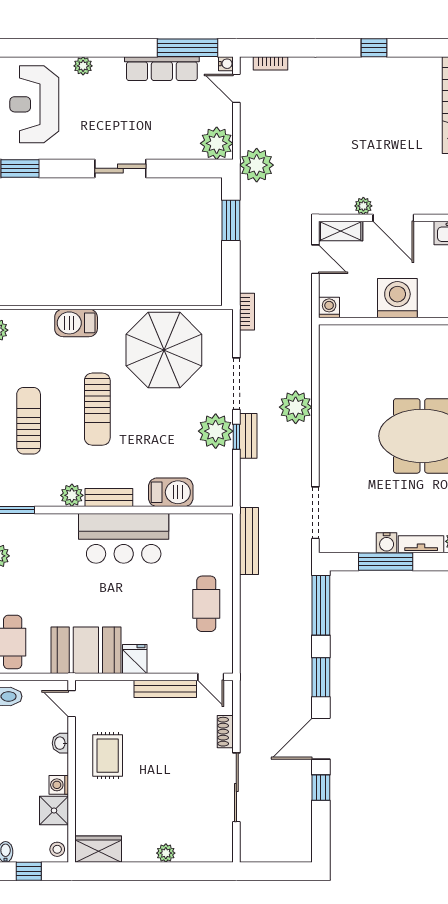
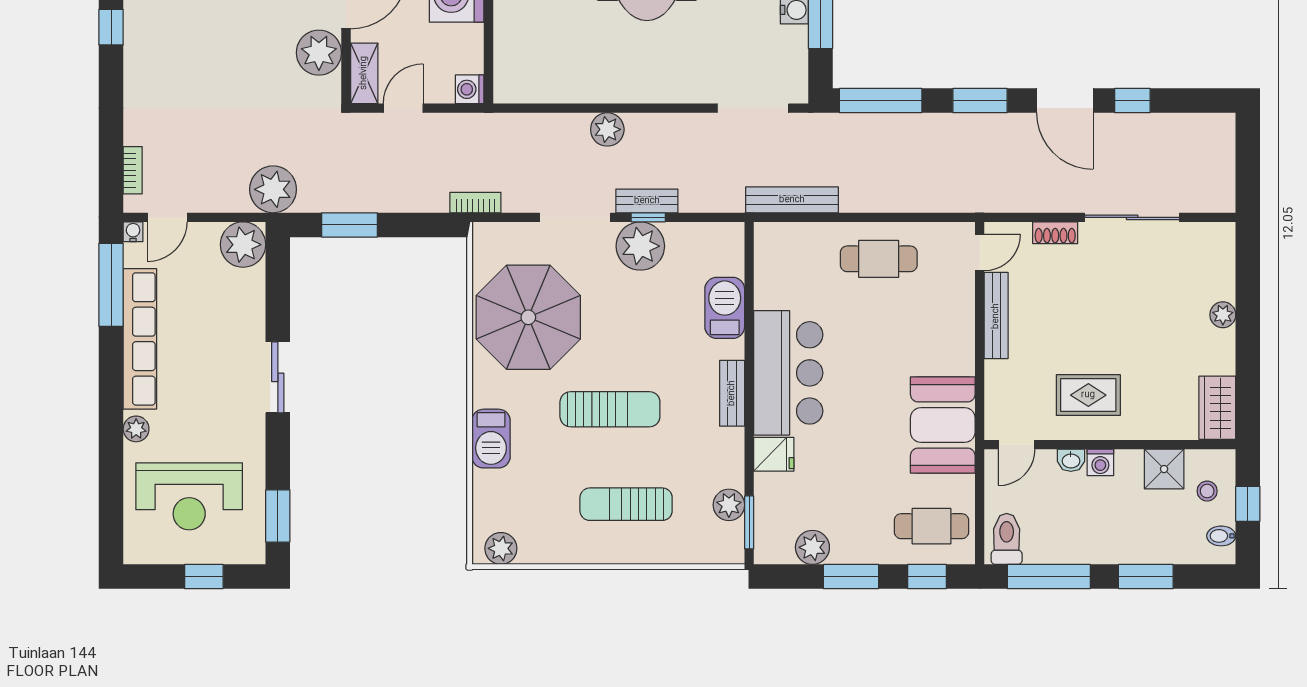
row of seats: (162, 69) -> (140, 339), width x1.36
plant: (363, 206) -> (319, 53), width x1.88, depth x1.88
plant: (296, 407) -> (607, 129), width x0.73, depth x0.73
plant: (72, 495) -> (729, 505), moved
fridge: (135, 659) -> (774, 454), moved, turned 180
washing machine: (59, 785) -> (1100, 462), moved
stool: (57, 849) -> (1207, 491), moved

